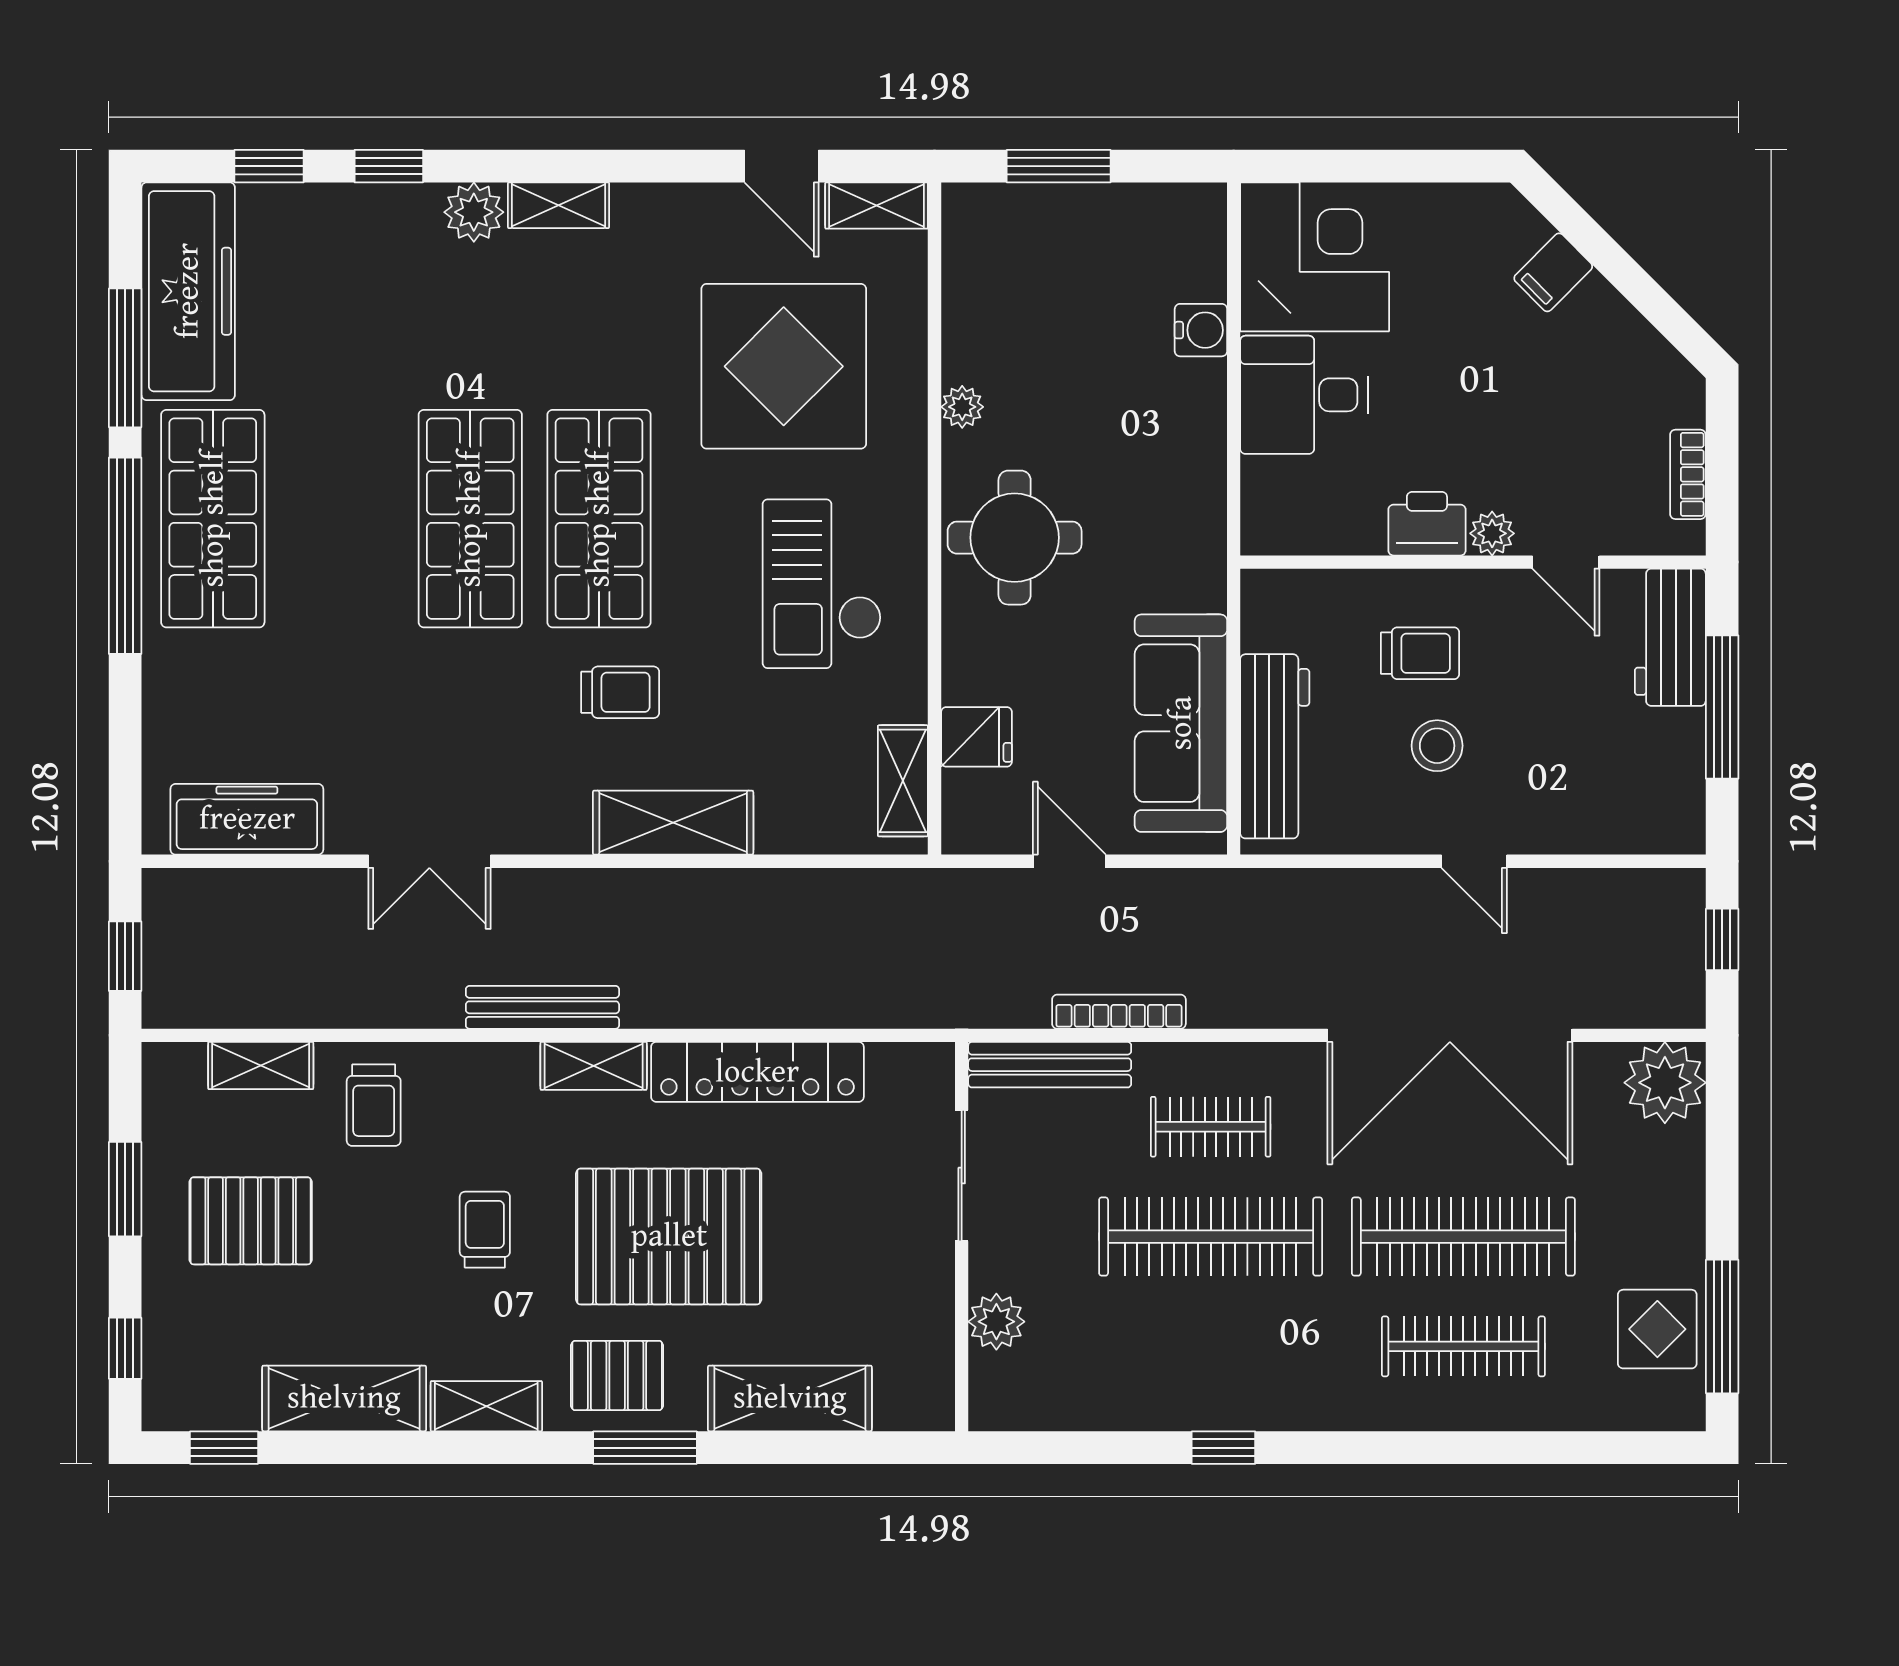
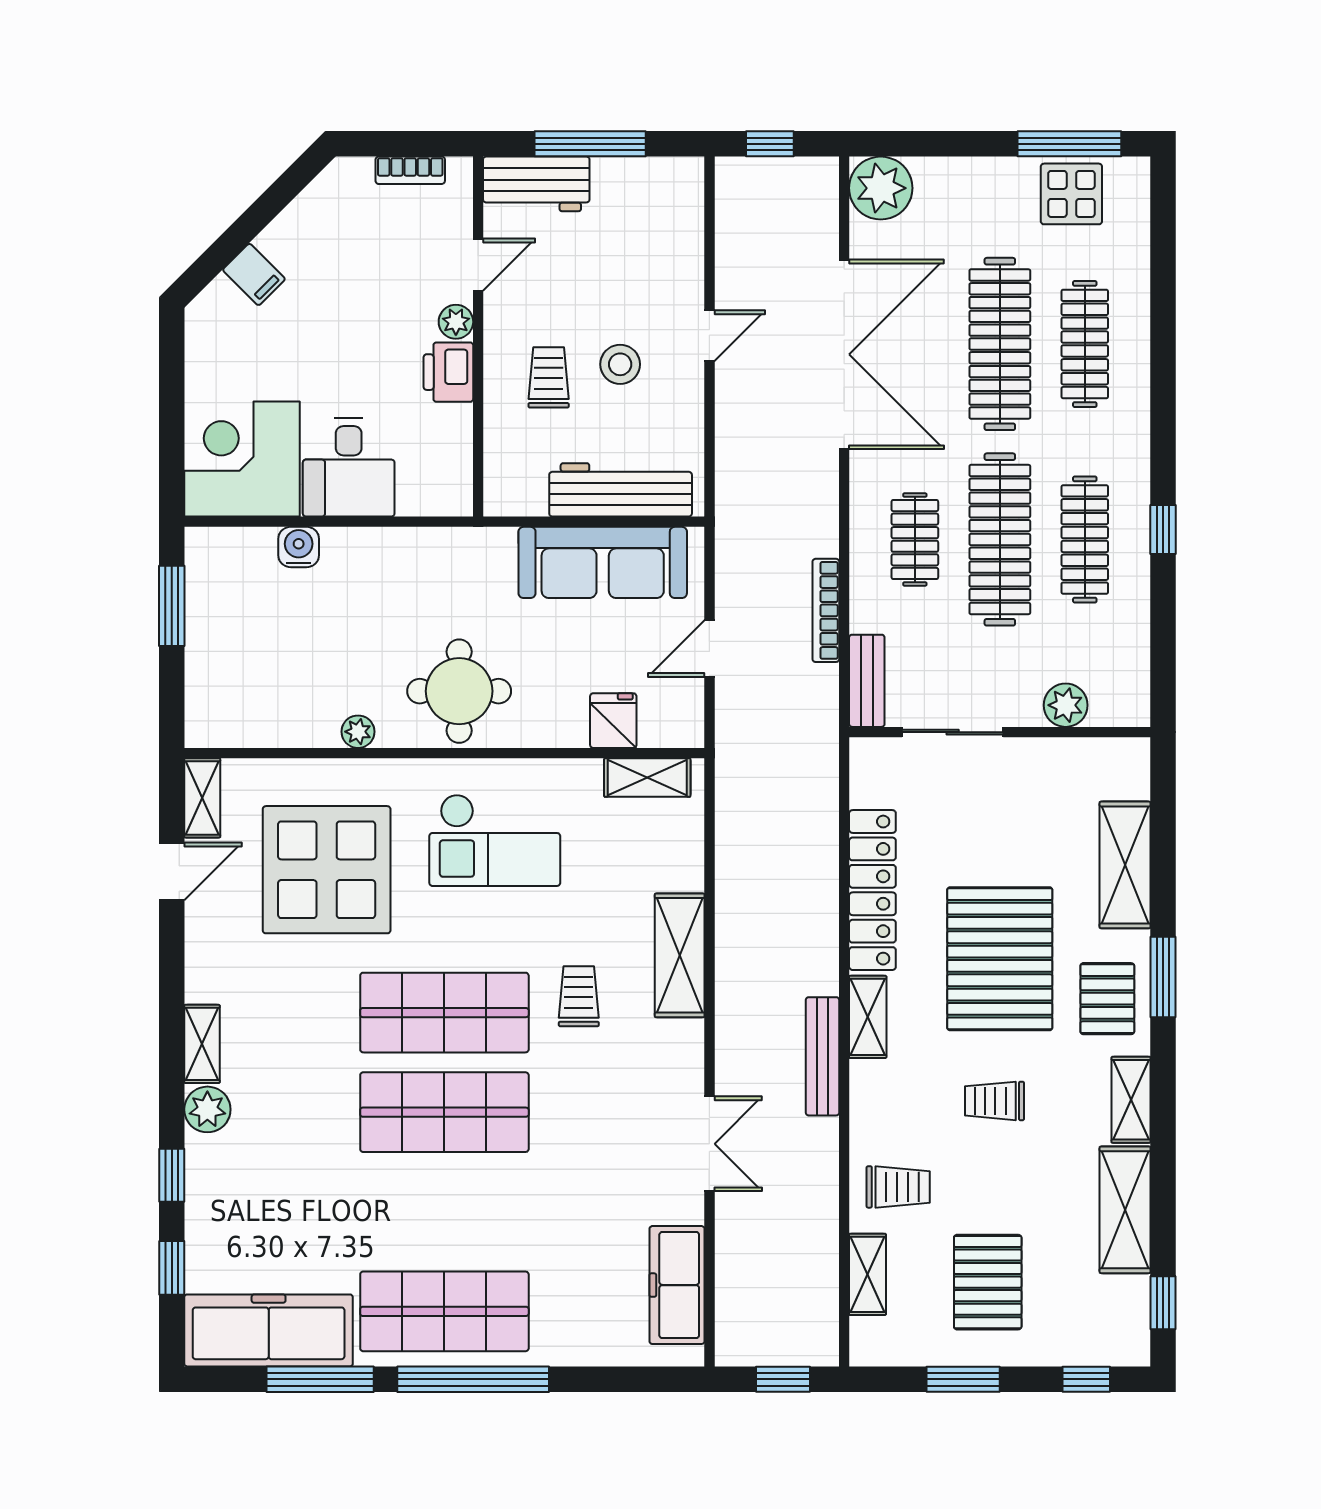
window: (1059, 166) -> (172, 606), moved
bench: (1050, 1065) -> (867, 681), width x0.73
clothes rail: (1211, 1346) -> (1085, 539), added

